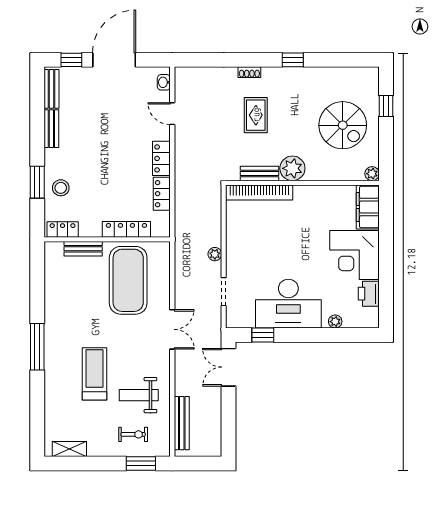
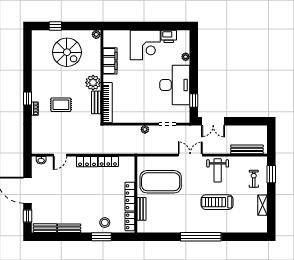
window: (293, 60) -> (27, 98), moved
spiral stairs: (343, 125) -> (67, 52), turned 90
filing cabinet: (368, 207) -> (110, 61), moved, turned -90
locker: (126, 229) -> (130, 197), moved
window: (37, 347) -> (201, 237), width x1.46
weight bench: (139, 395) -> (218, 170), moved
shelving: (69, 449) -> (263, 205), moved

